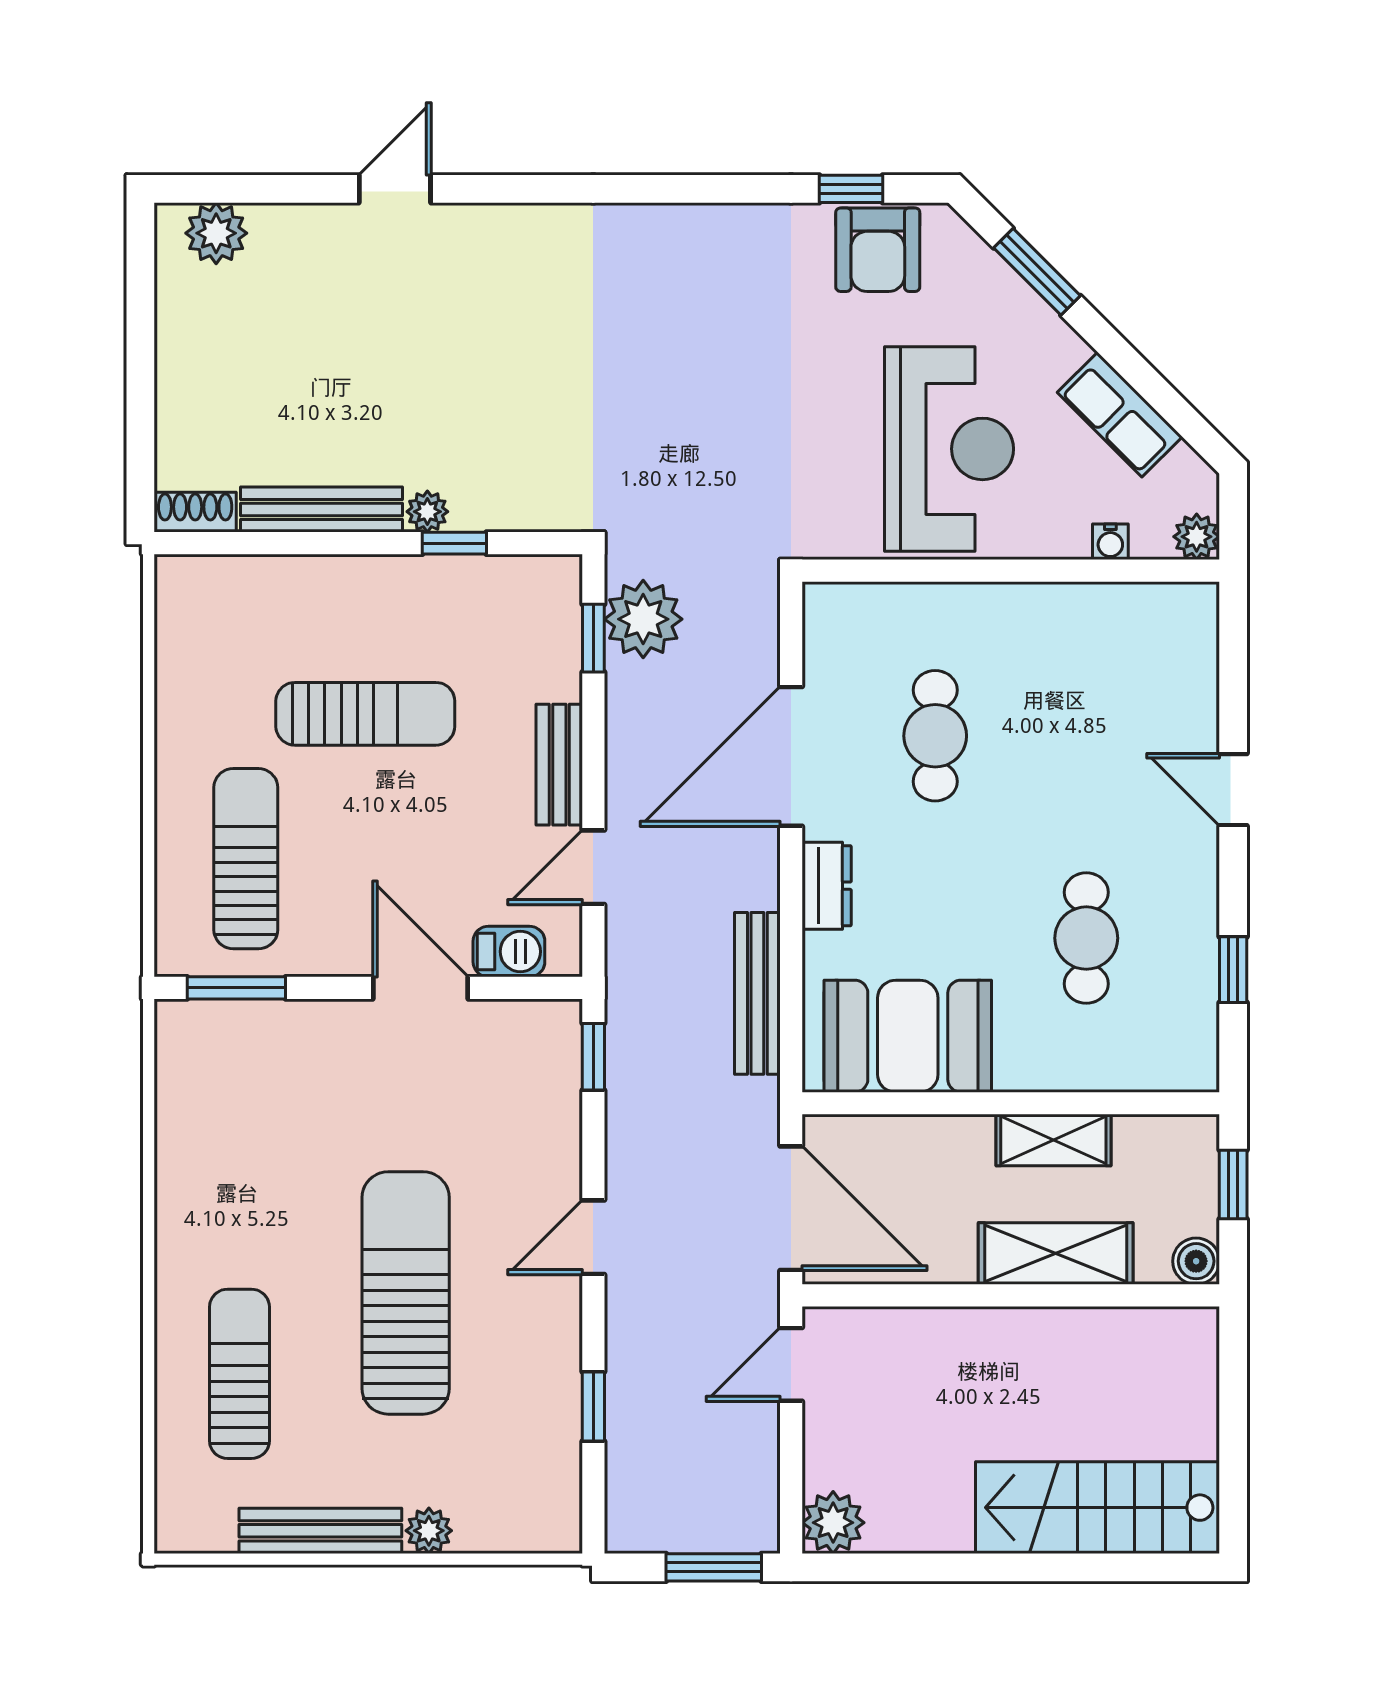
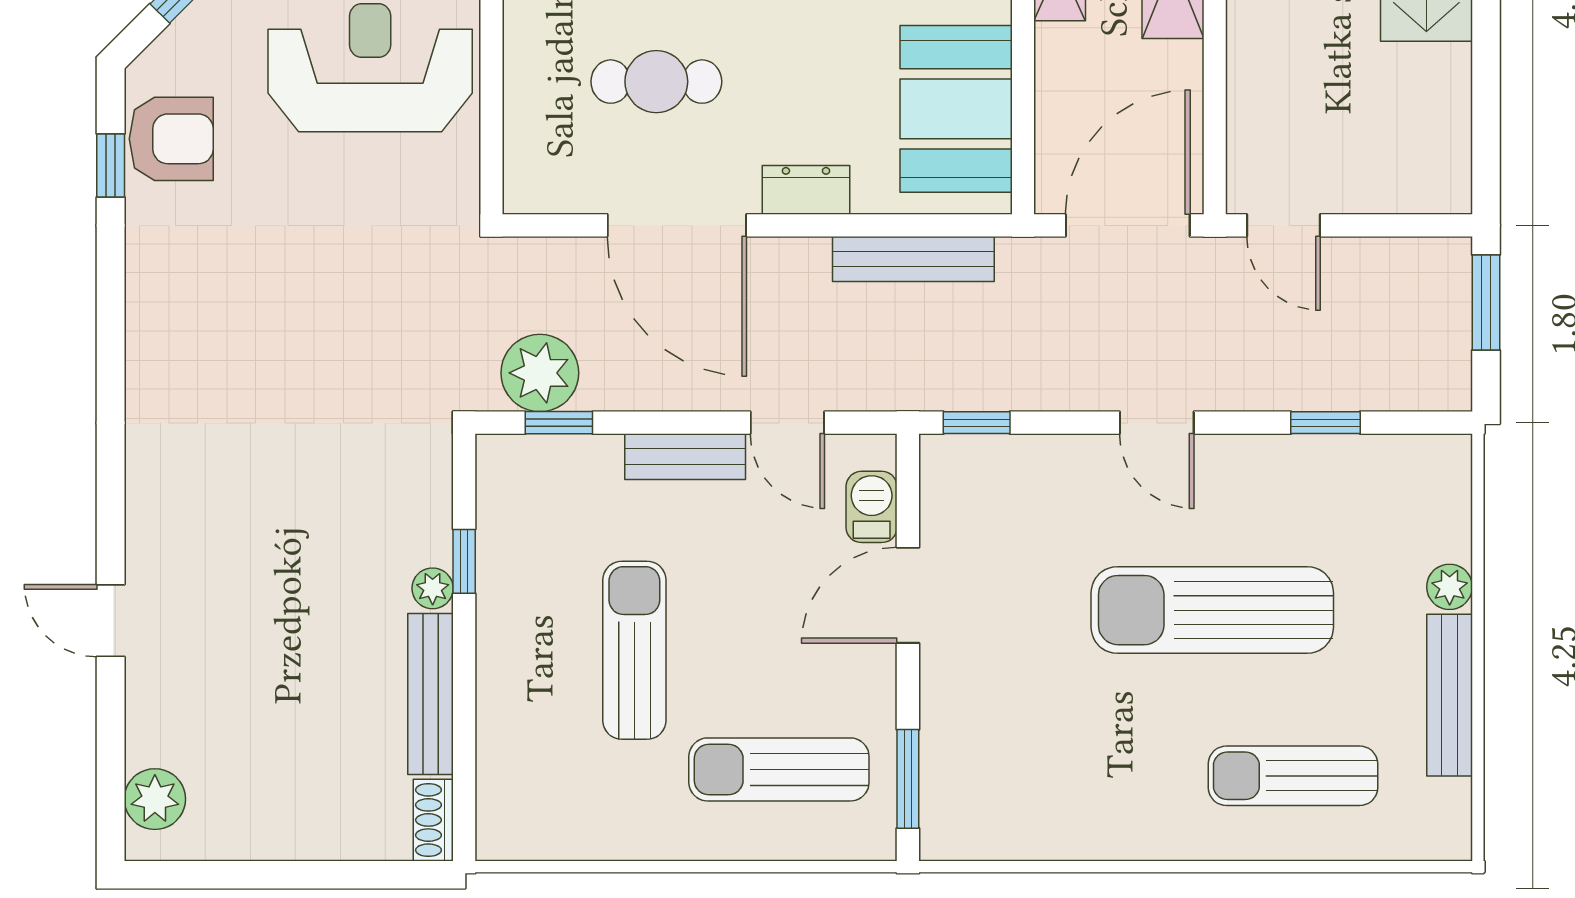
plant: (833, 1523) -> (1441, 183), removed

